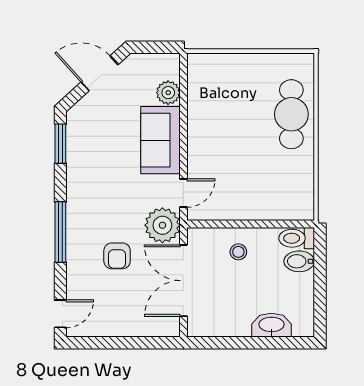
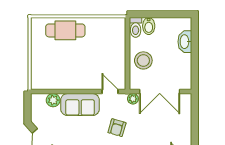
plant: (162, 225) -> (133, 99), width x0.53, depth x0.53
stool: (238, 252) -> (143, 60), width x1.89, depth x1.89
armchair: (117, 256) -> (117, 128), moved, turned 106

